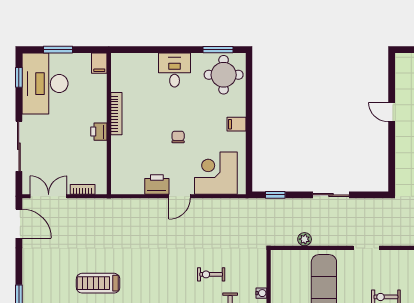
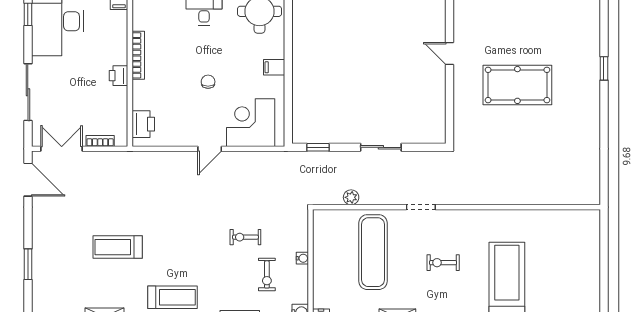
printer: (157, 184) -> (143, 124), moved, turned 90

